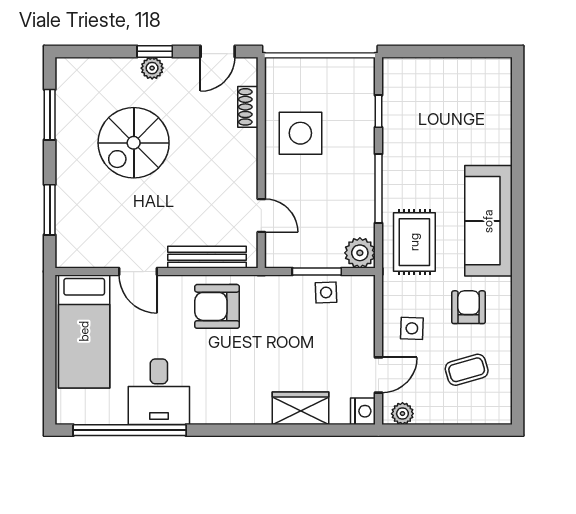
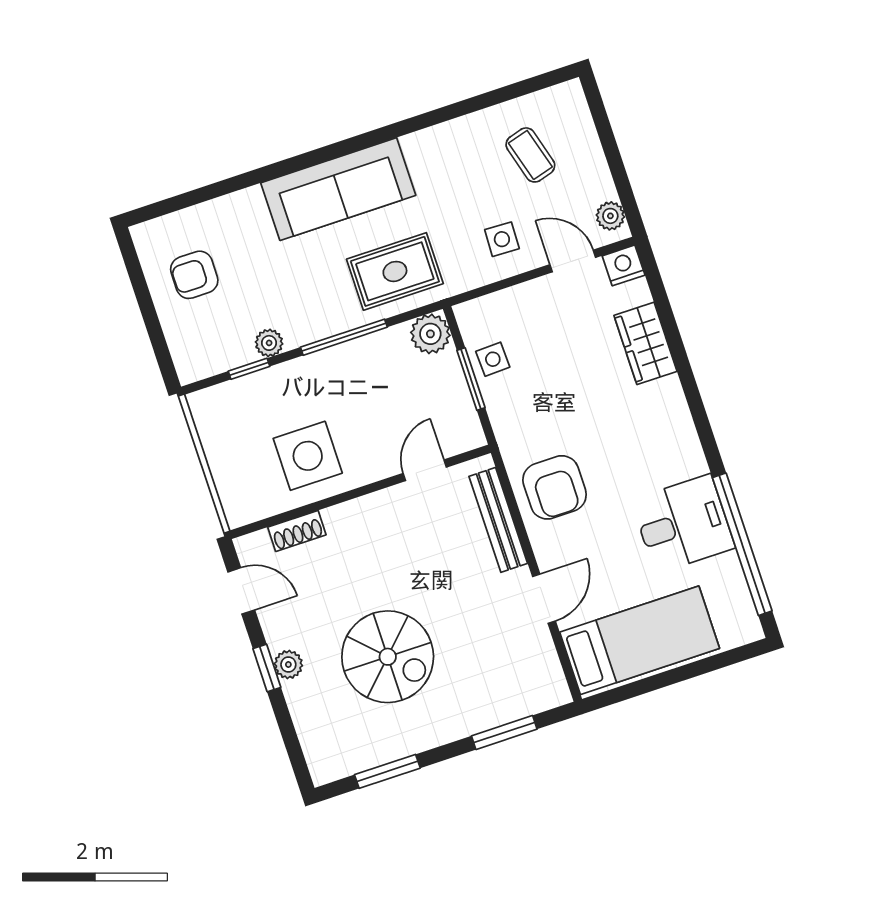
plant: (393, 132) -> (269, 343), added
armchair: (469, 307) -> (194, 275), moved

